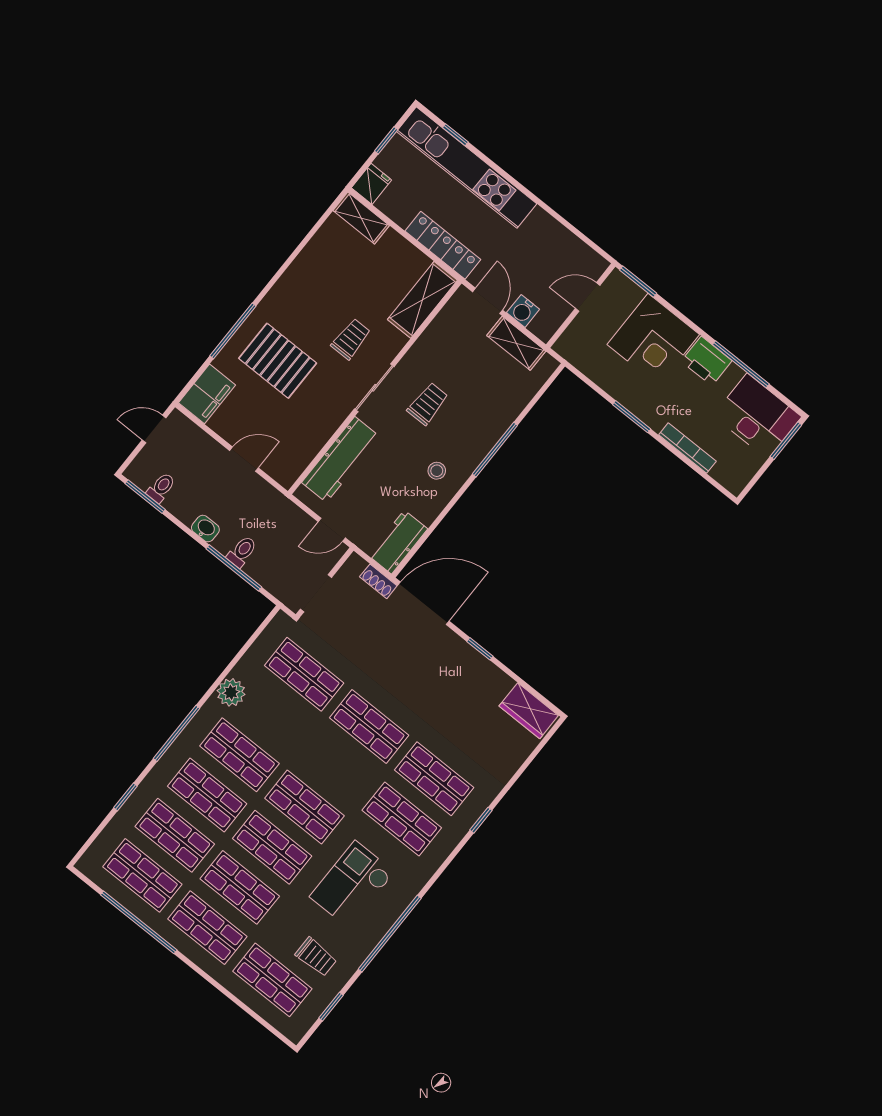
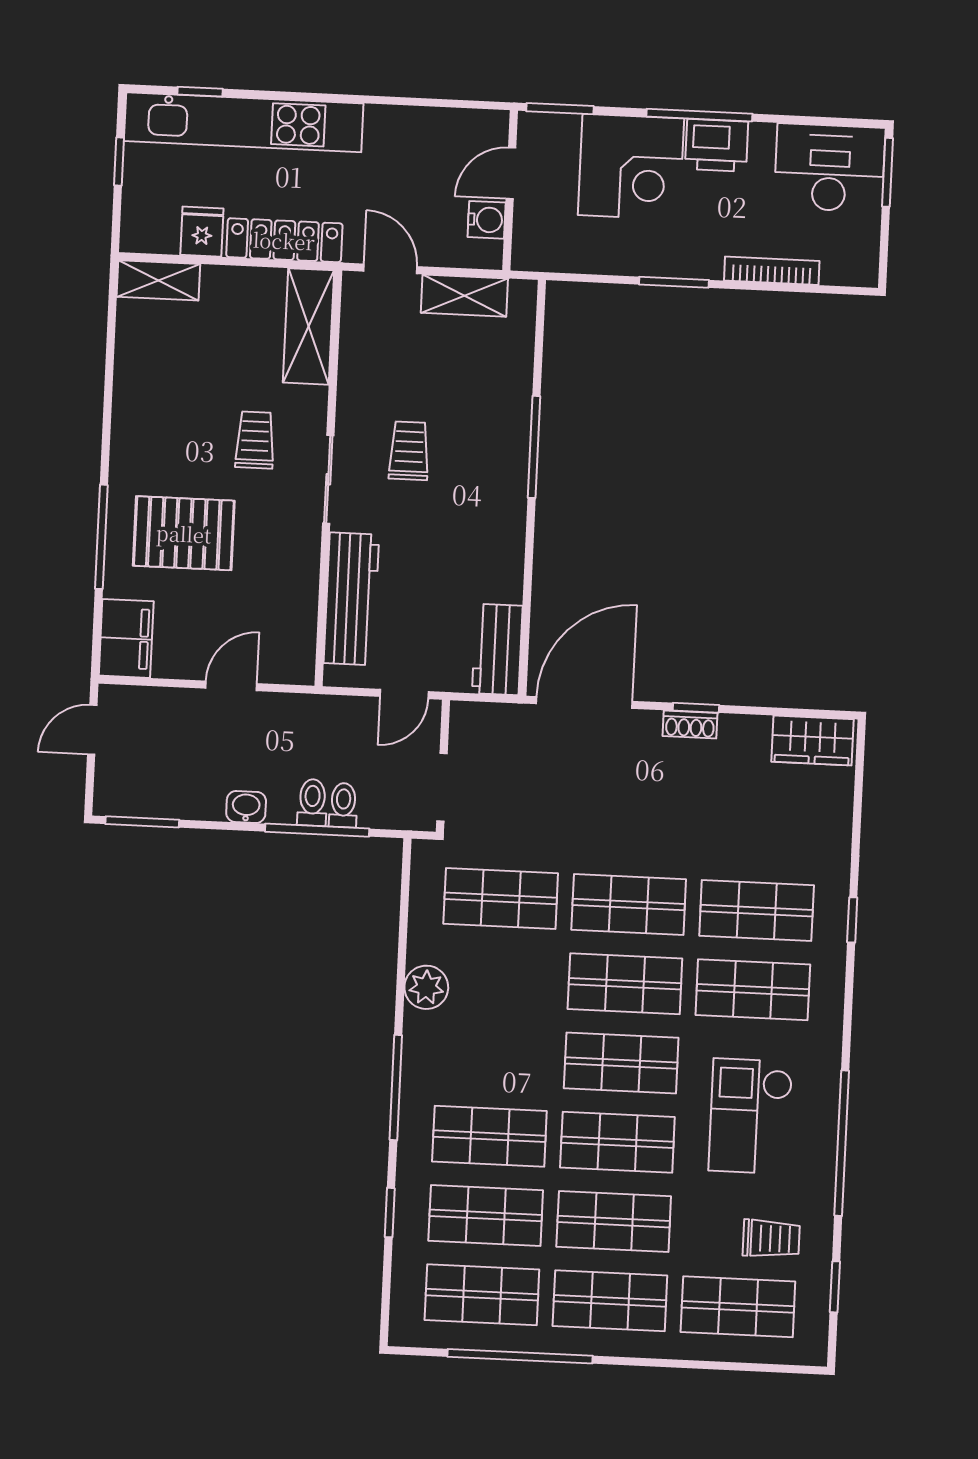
fridge: (371, 184) -> (202, 232), moved
water cooler: (523, 311) -> (487, 220), moved, turned -90
window: (741, 364) -> (699, 115), moved
stool: (437, 471) -> (481, 526), removed
toilet: (161, 488) -> (343, 805), moved
shoe rack: (378, 581) -> (690, 724), moved
shop shelf: (239, 755) -> (625, 984), moved

